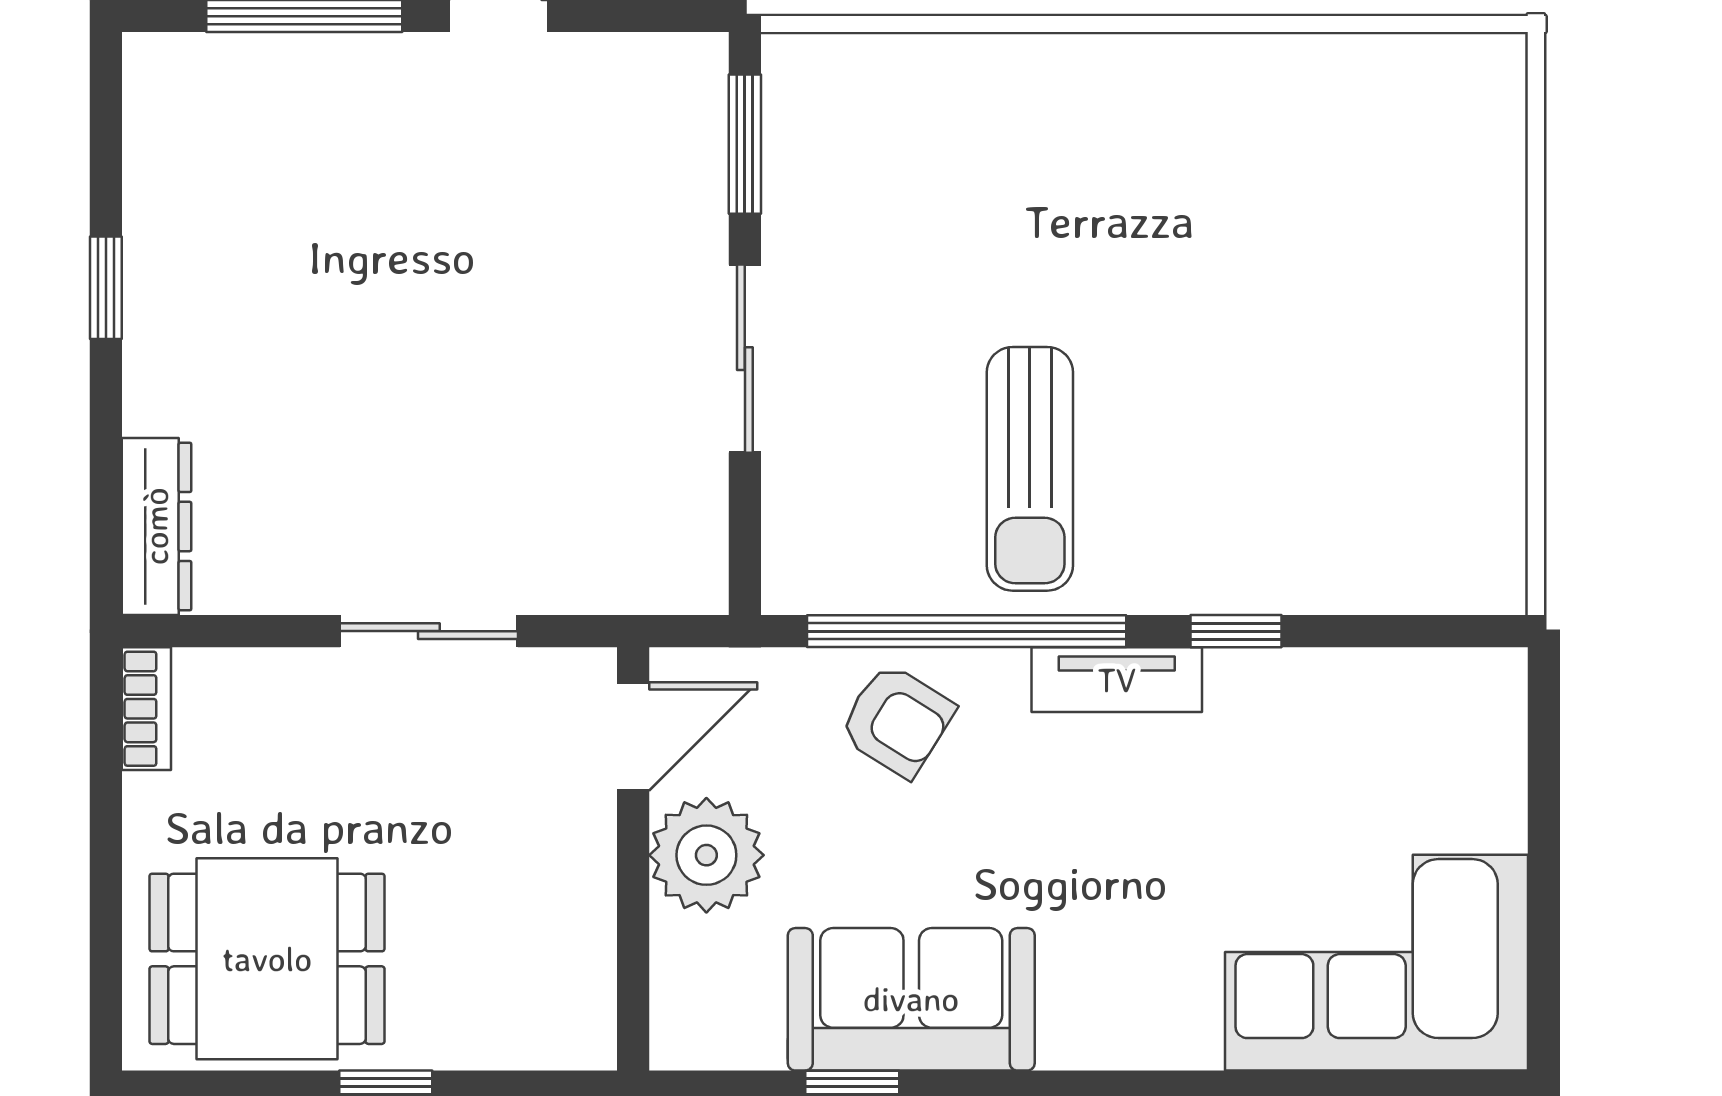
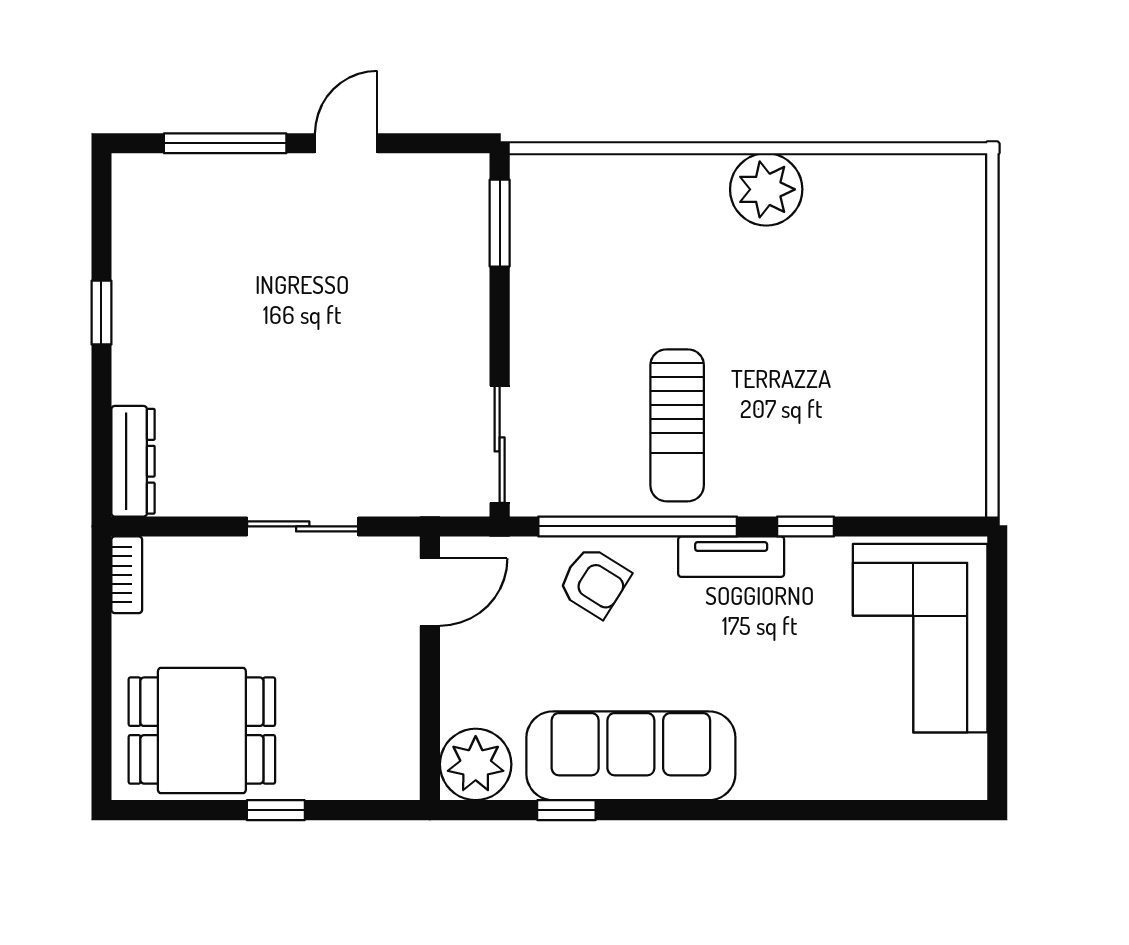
plant: (1173, 90) -> (766, 189), added
sliding door: (745, 359) -> (500, 444), moved
plant: (706, 855) -> (476, 764), moved
corner sofa: (1377, 963) -> (920, 638), moved, turned -90
sofa: (911, 999) -> (631, 756), width x1.36

